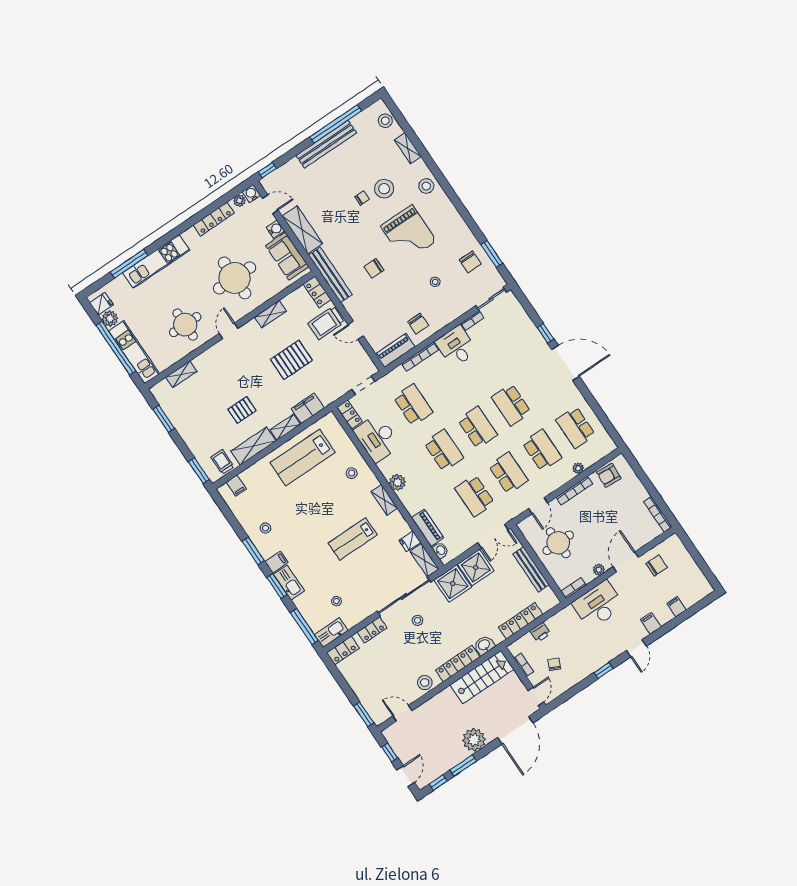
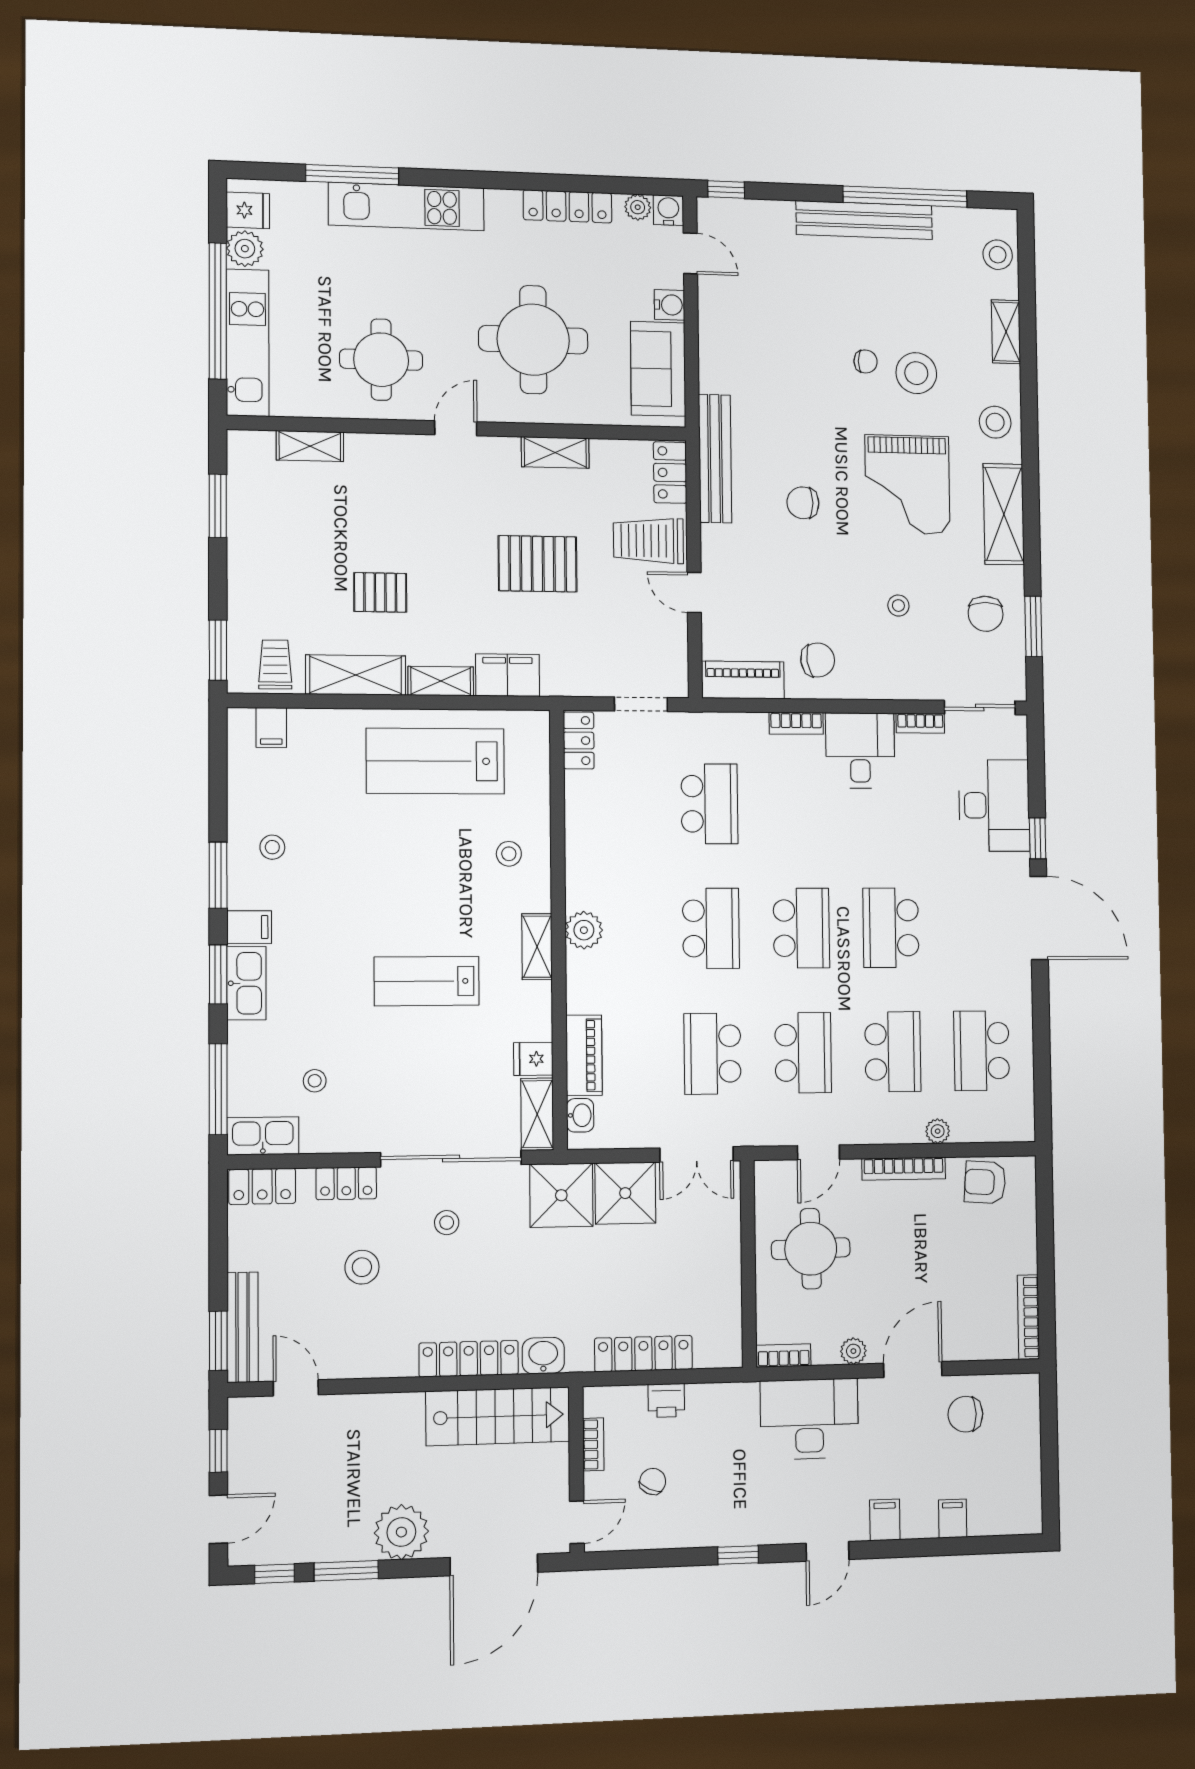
shelving: (302, 230) -> (1004, 514), moved
chair: (418, 324) -> (818, 660), turned -98
bookcase: (420, 357) -> (796, 723), width x0.64
desk: (377, 438) -> (994, 805), moved, turned 180
chair: (657, 565) -> (965, 1414), turned 180
bench: (531, 569) -> (243, 1327), moved
stool: (425, 683) -> (362, 1267), moved

